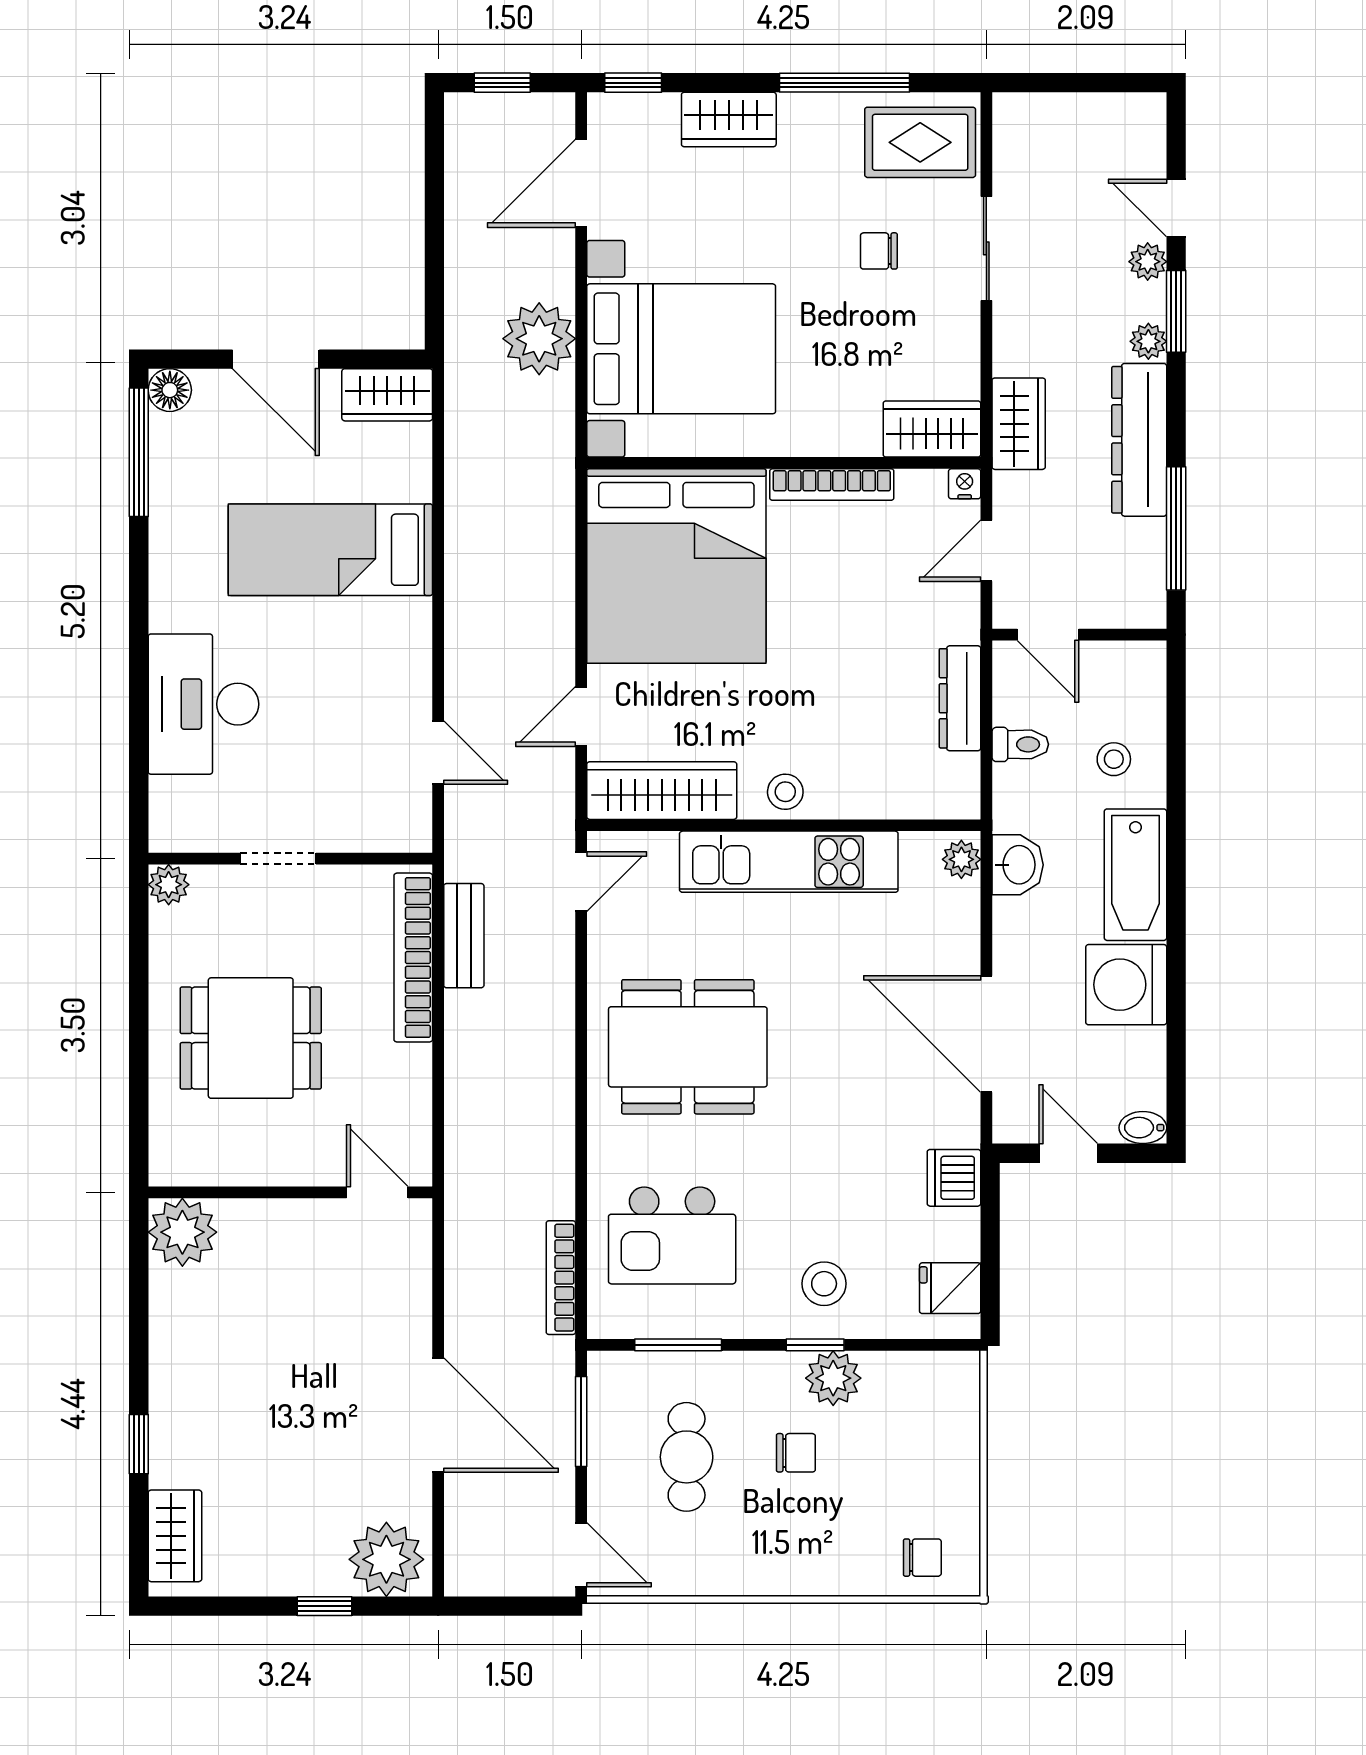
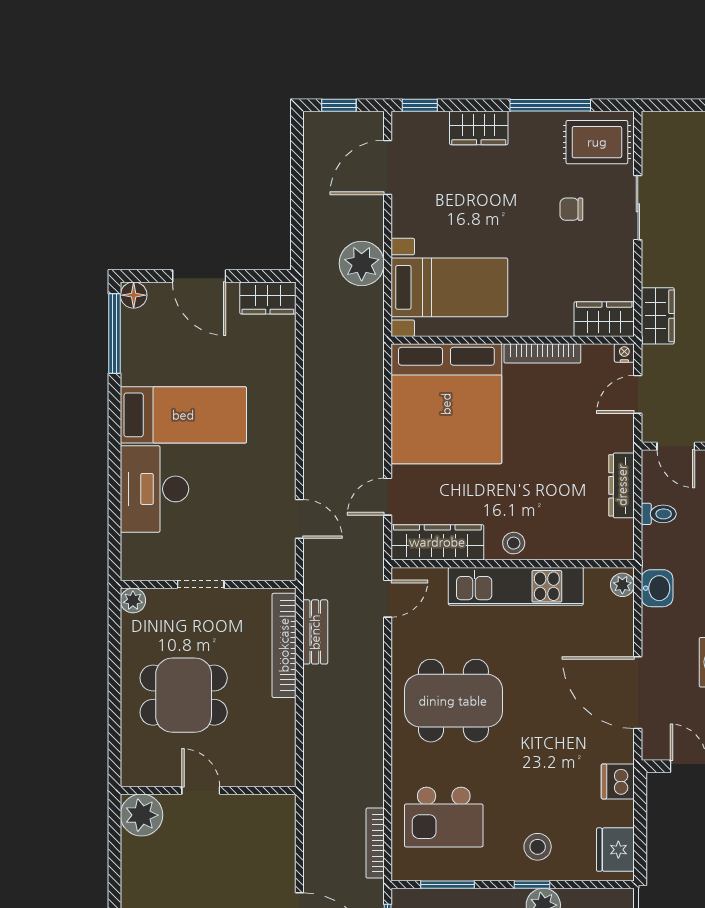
bed with nightstands: (681, 349) -> (449, 287), width x0.73
bed: (330, 550) -> (183, 415), moved, turned 180
door: (377, 1192) -> (201, 790), moved
fridge: (950, 1288) -> (615, 850), width x1.38

